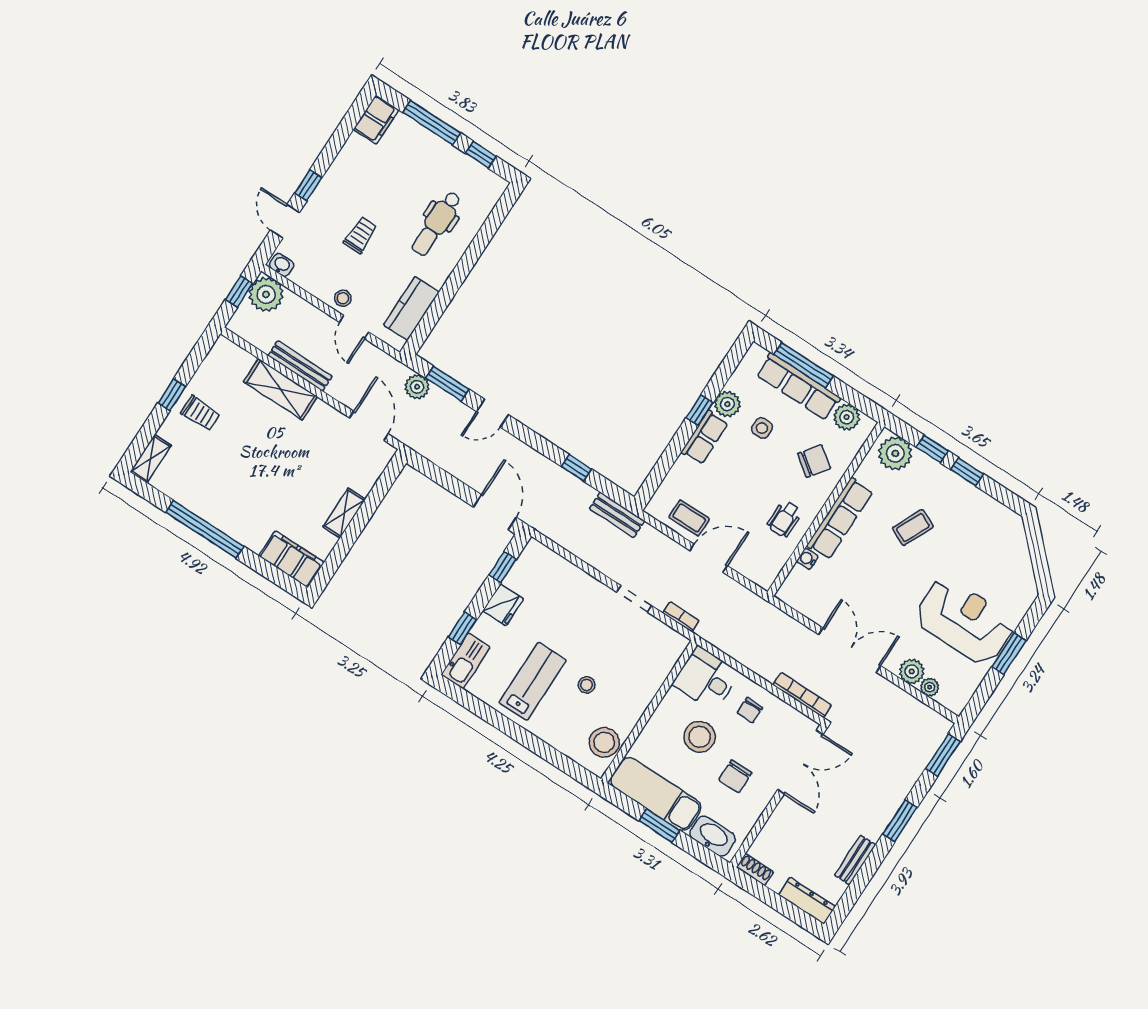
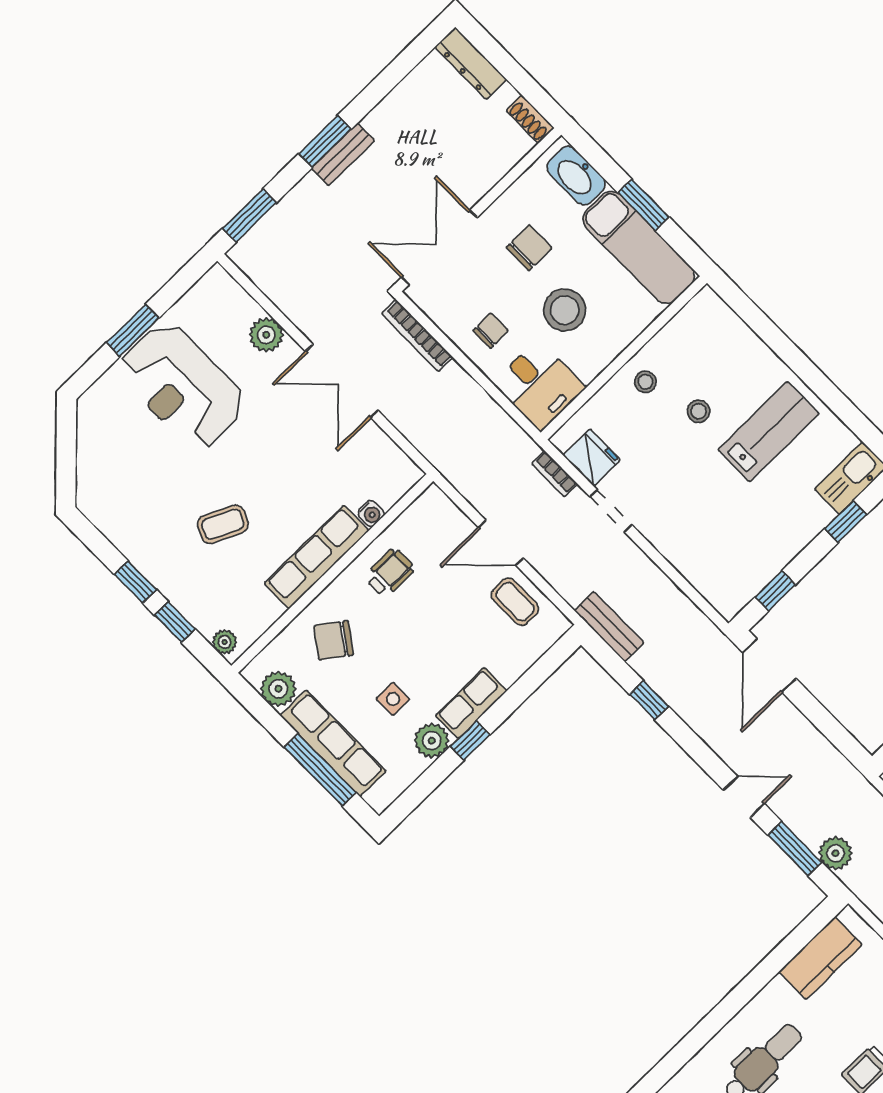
plant: (895, 453) -> (225, 642), width x0.53, depth x0.53
fridge: (503, 605) -> (592, 458), moved, turned 90
lab bench: (533, 681) -> (769, 432), turned 180
plant: (930, 687) -> (247, 309), removed
stool: (604, 742) -> (645, 382), moved, width x0.53, depth x0.53
bench: (855, 860) -> (343, 154), moved

